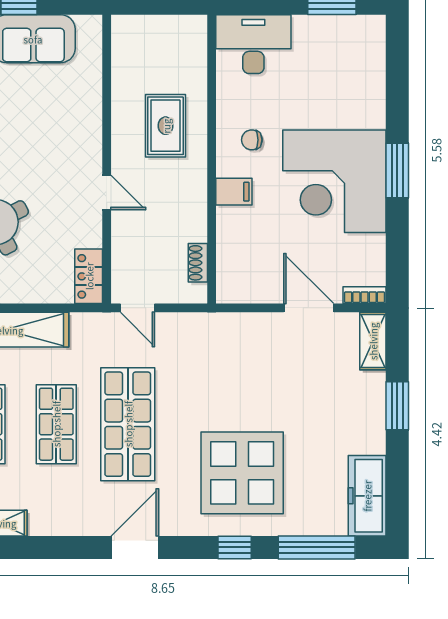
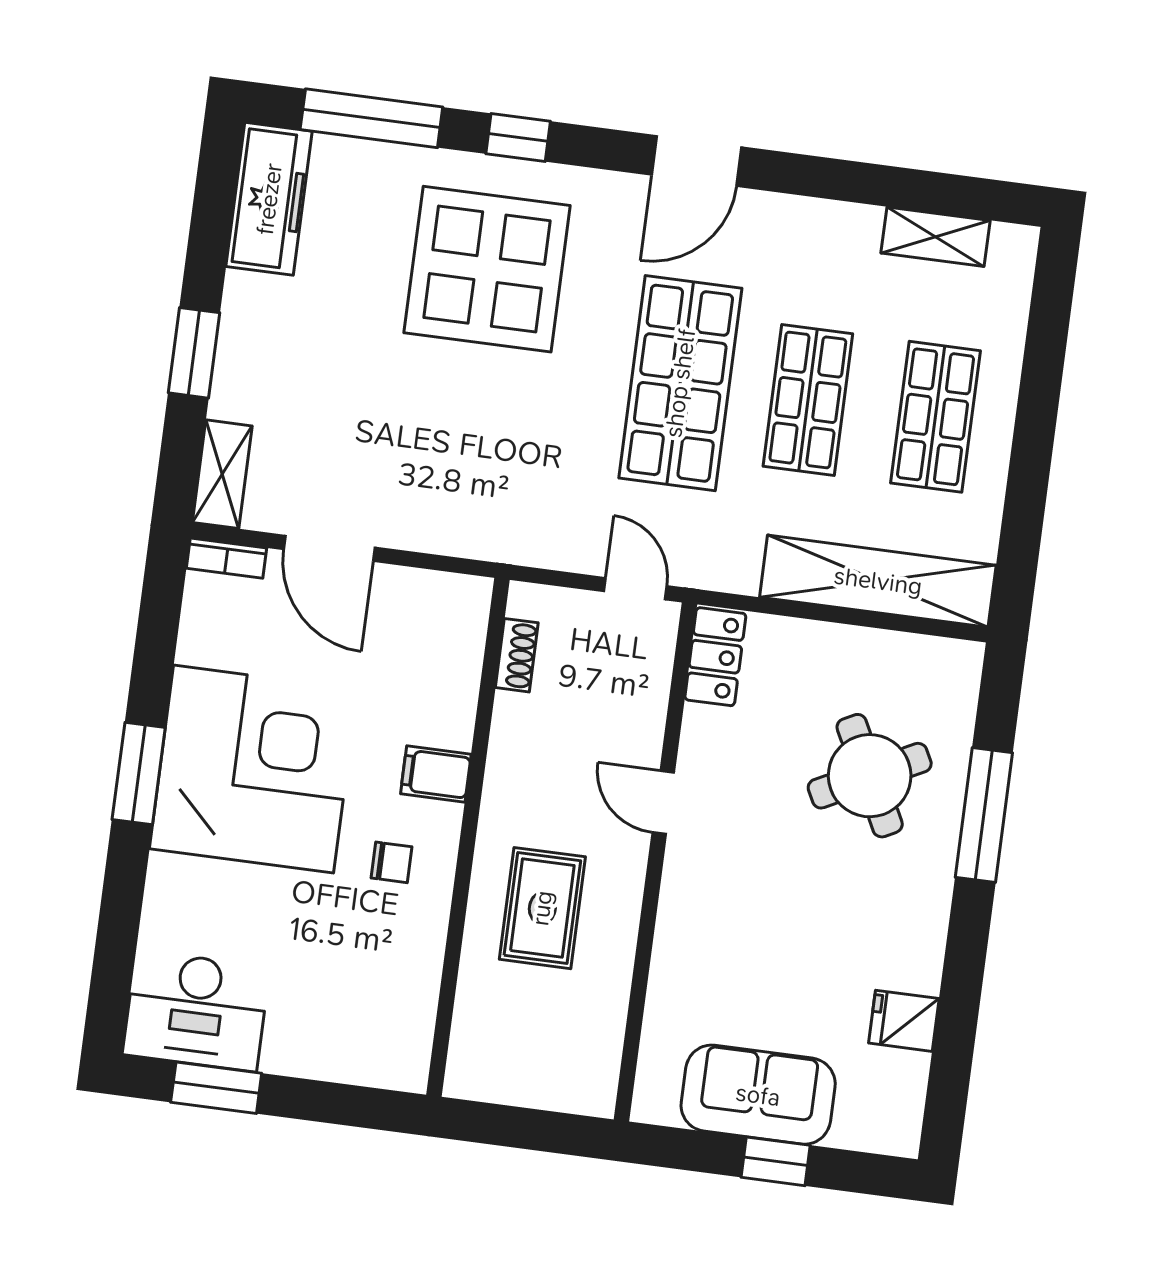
desk: (253, 44) -> (196, 1011), moved

